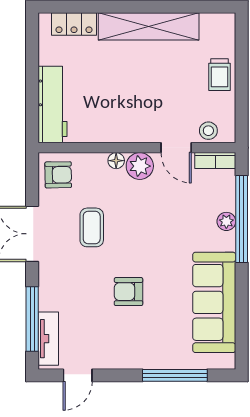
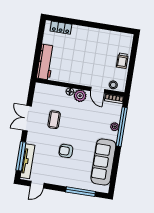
shelving: (149, 26) -> (94, 34), removed
armchair: (58, 175) -> (43, 94), removed
tv unit: (48, 339) -> (28, 161), width x1.41

